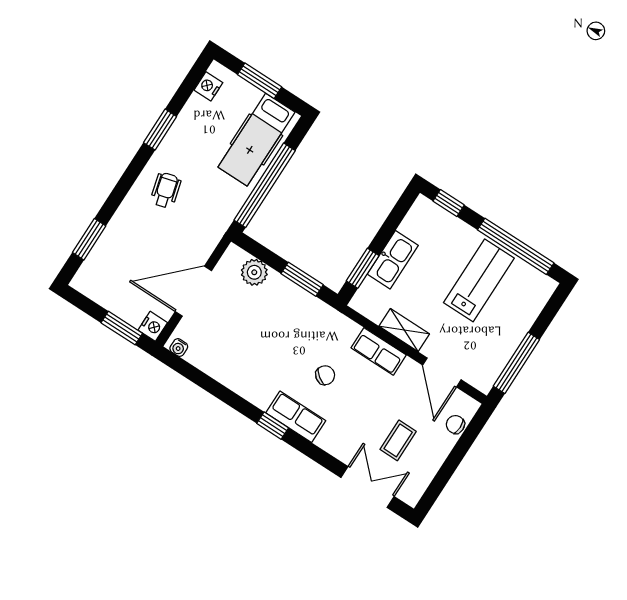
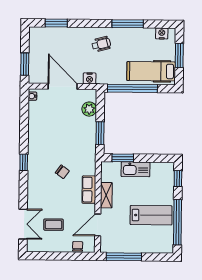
window: (160, 130) -> (128, 24), width x1.44
nightstand: (153, 326) -> (90, 78), moved
row of seats: (296, 417) -> (35, 170), removed

